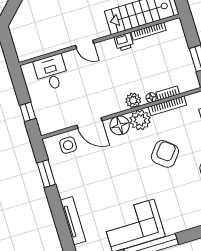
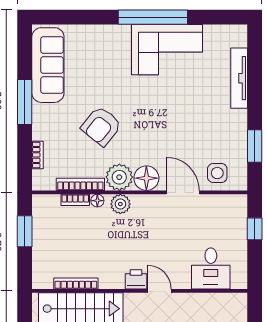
printer: (124, 42) -> (136, 279), moved

